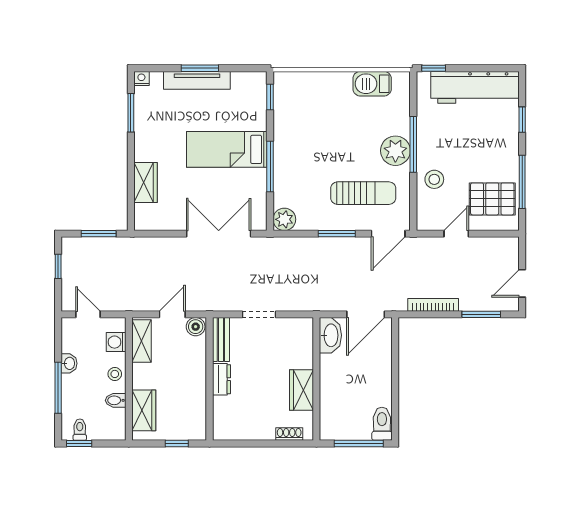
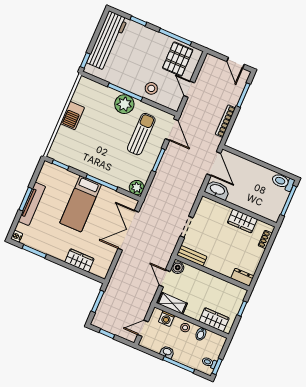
barbecue: (372, 84) -> (72, 115), moved
dresser: (221, 379) -> (242, 277), moved

